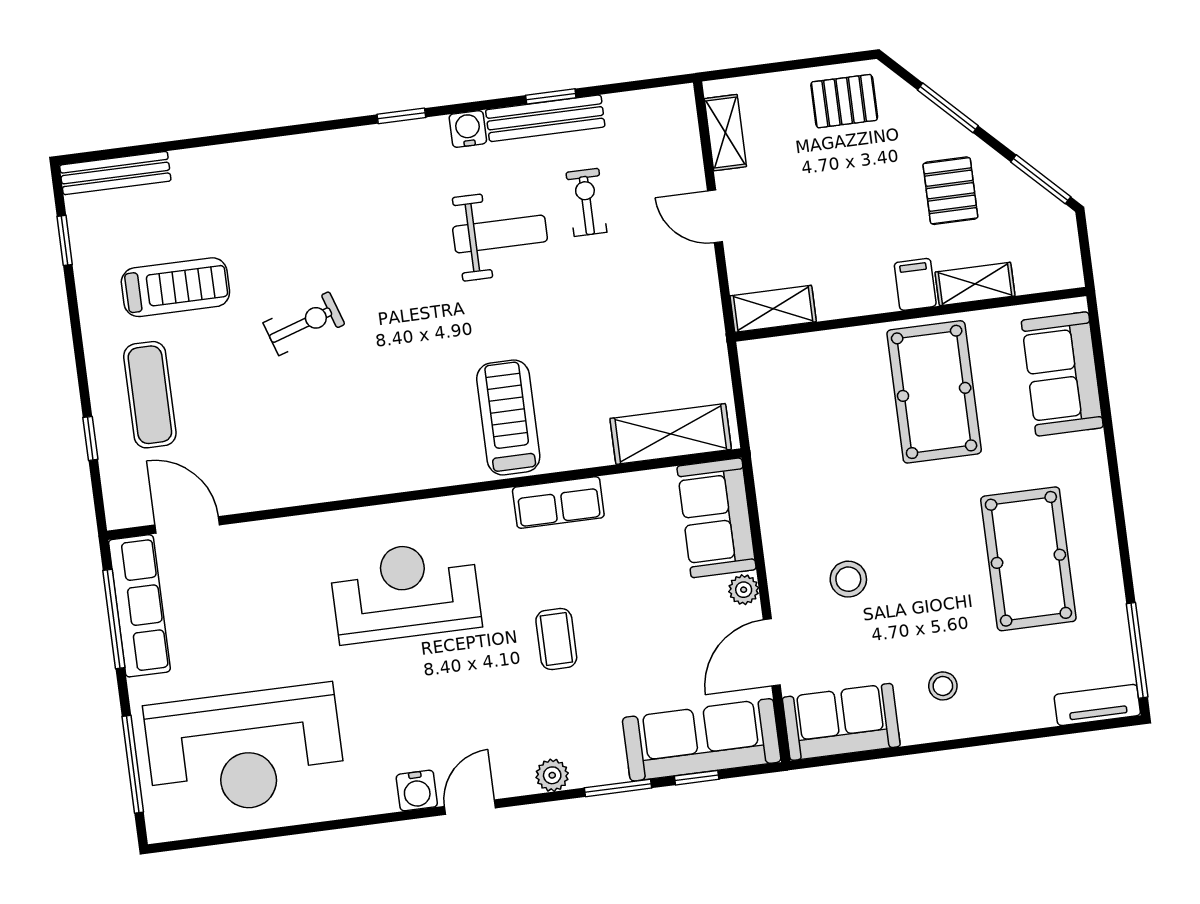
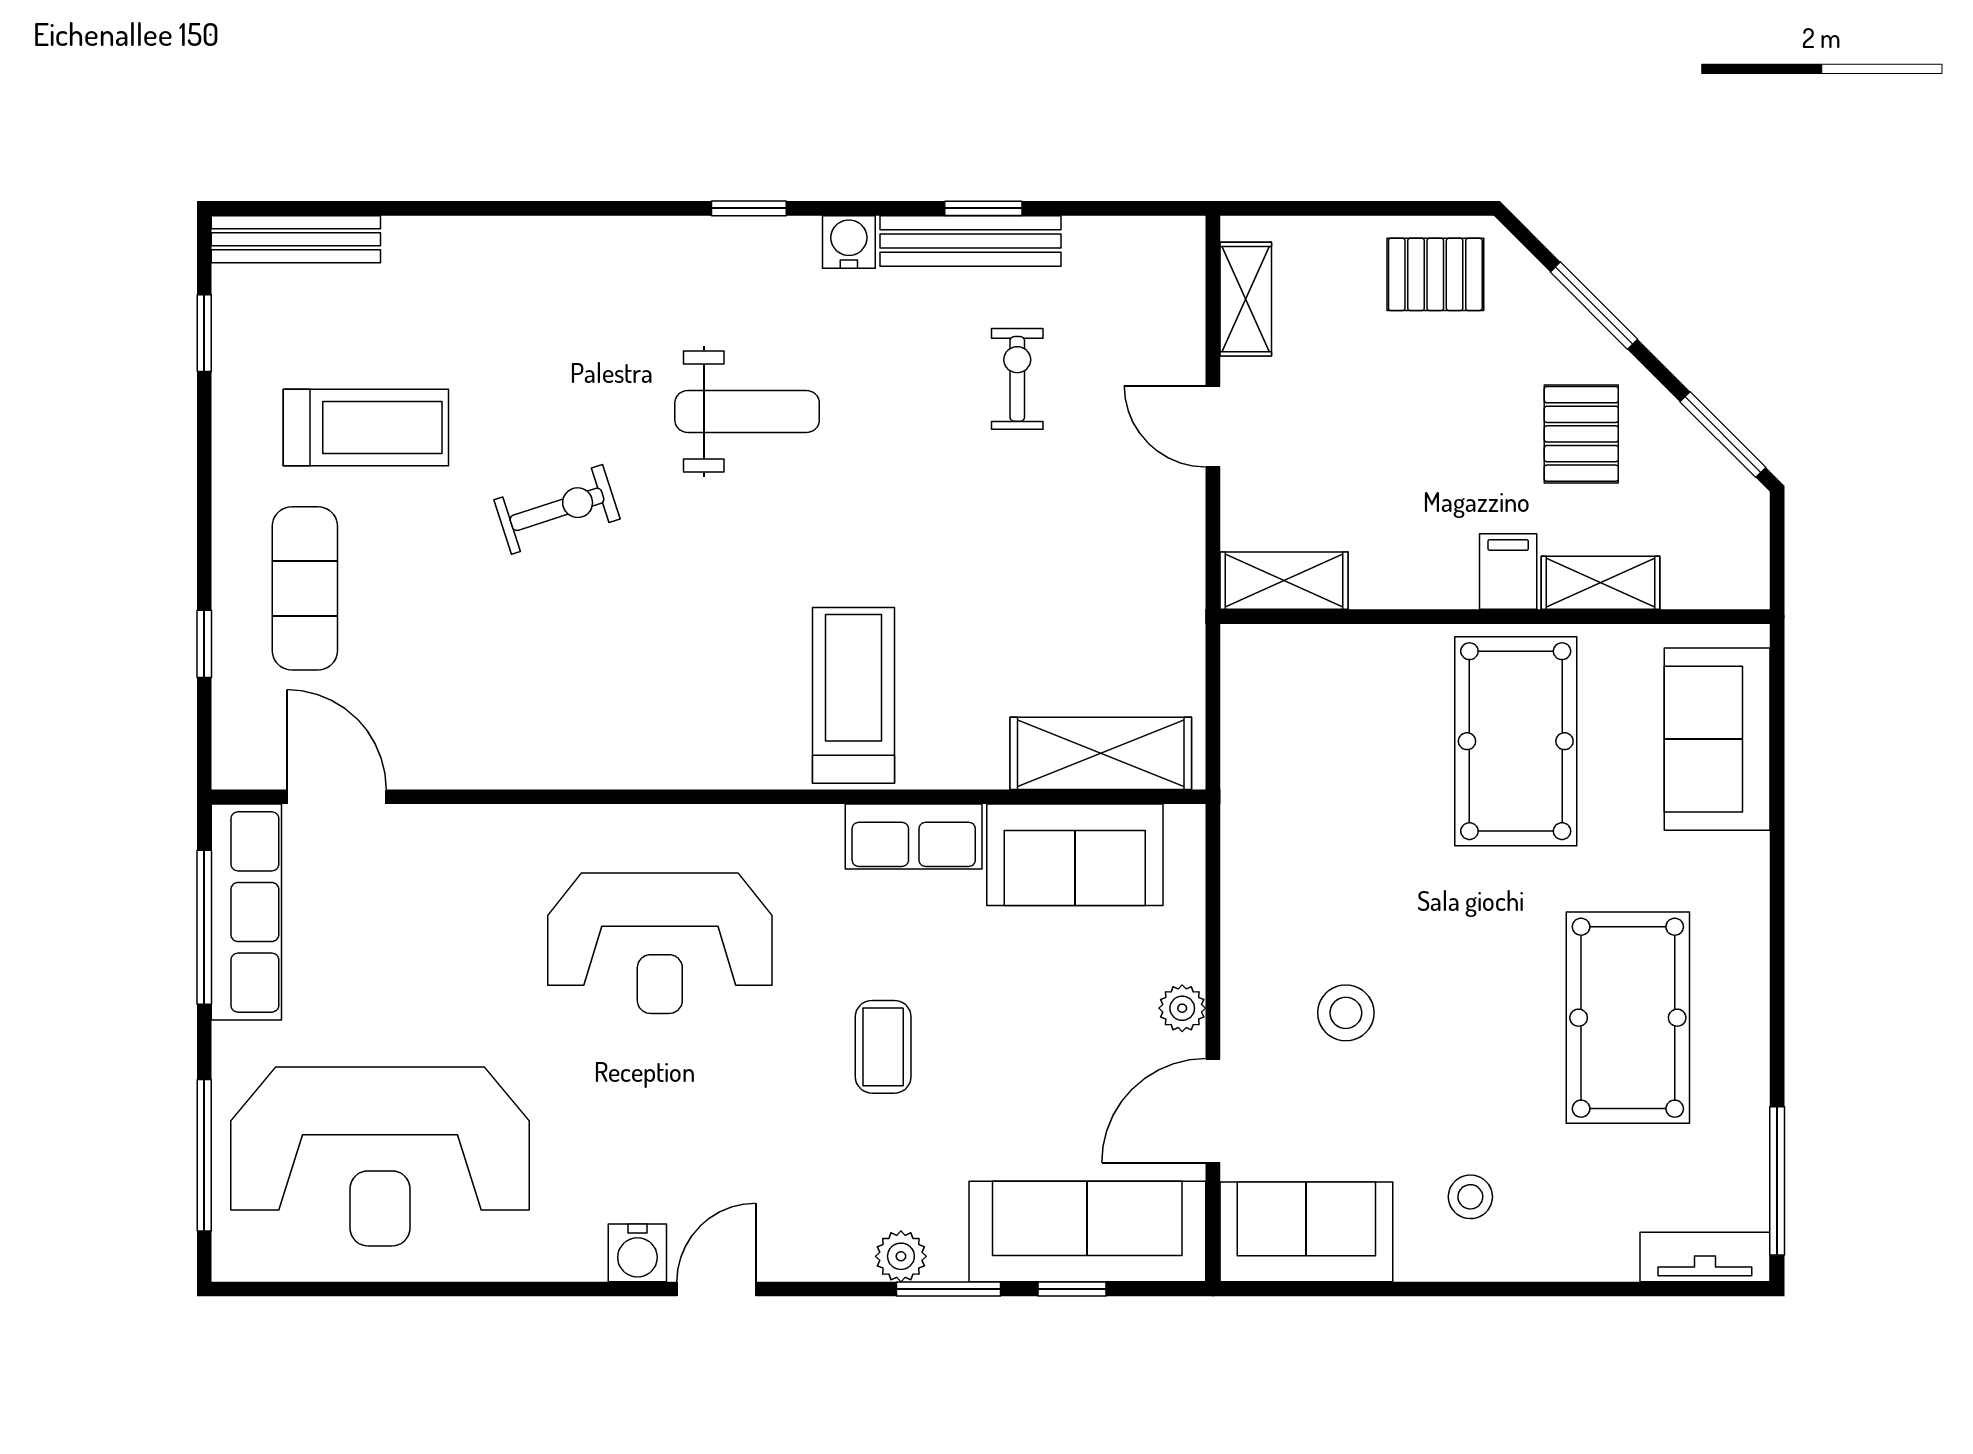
weight bench: (500, 234) -> (747, 411), moved
sofa: (717, 518) -> (1075, 855), moved, turned -90
reception desk: (405, 591) -> (660, 943), turned 180
plant: (552, 775) -> (901, 1256), moved

